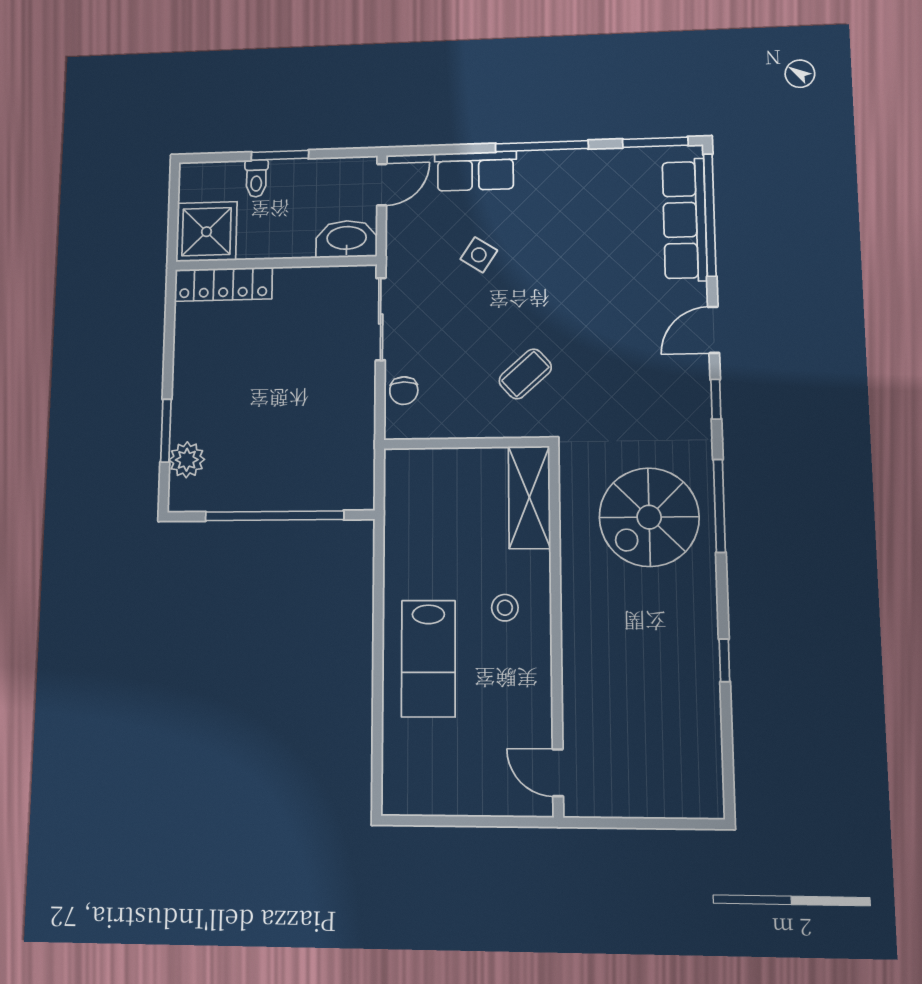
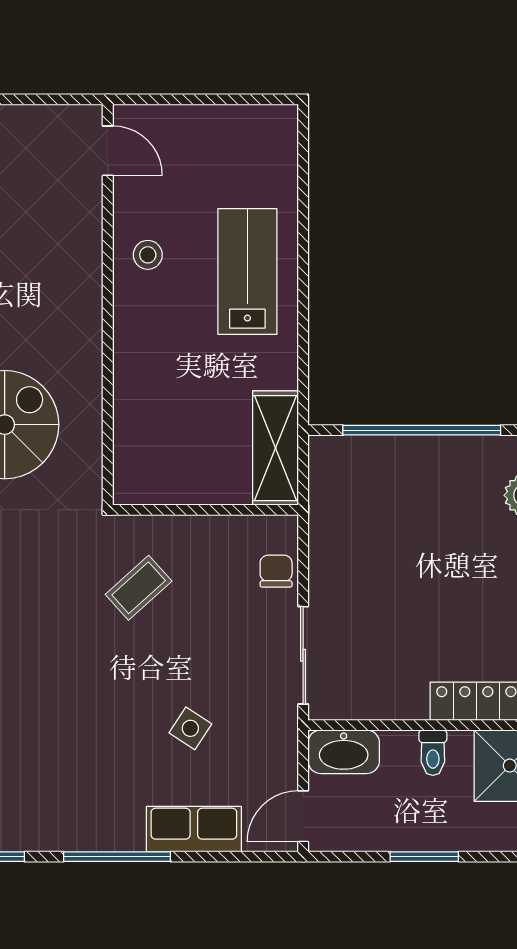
toilet: (256, 178) -> (433, 753), moved, turned 180
shelving: (529, 497) -> (275, 448), moved
stool: (505, 608) -> (148, 255), moved

